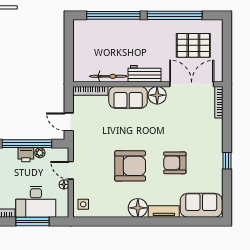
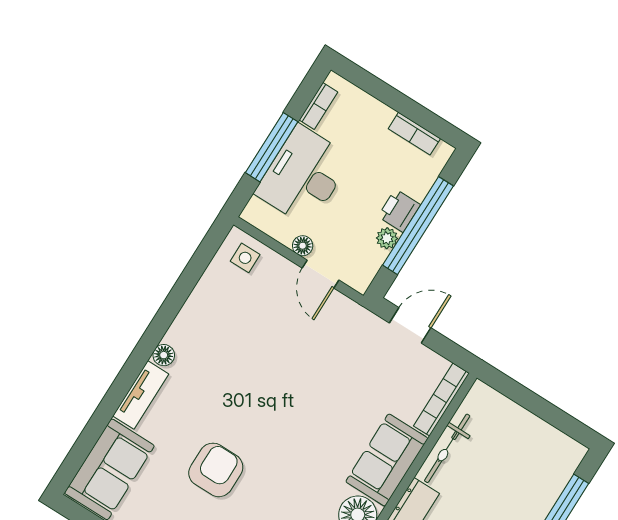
armchair: (130, 166) -> (261, 386), removed
door: (71, 170) -> (321, 274), swing flipped
floor lamp: (138, 208) -> (164, 355), width x0.53, depth x0.53

